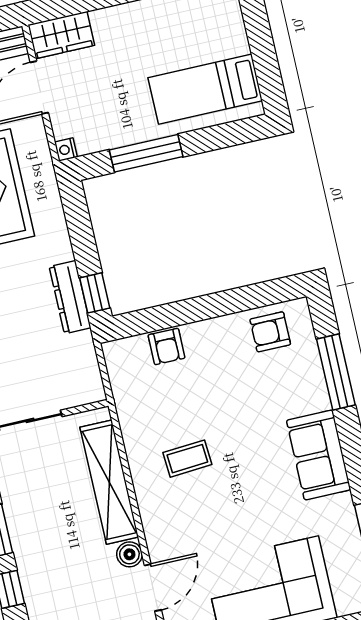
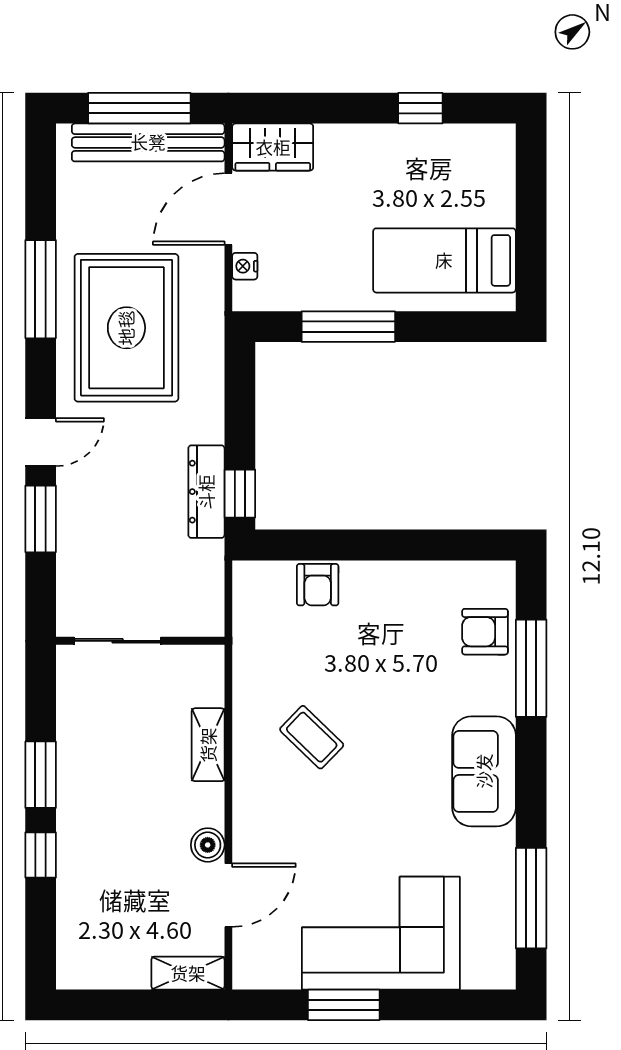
nightstand: (66, 150) -> (245, 266), moved
armchair: (270, 332) -> (485, 632), moved
coffee table: (187, 459) -> (312, 737), turned 48
shelving: (109, 482) -> (208, 745), width x0.45, depth x0.75

